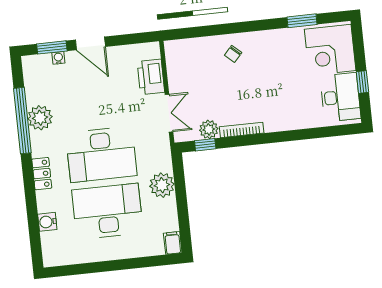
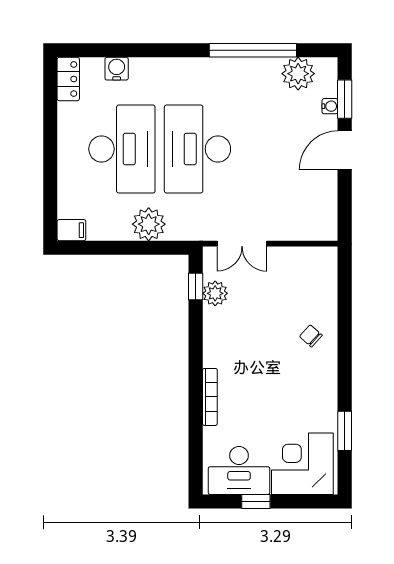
printer: (151, 77) -> (292, 225), removed
plant: (40, 118) -> (298, 74), moved
bookcase: (242, 130) -> (210, 397), moved
locker: (42, 174) -> (68, 79), moved, turned -90

